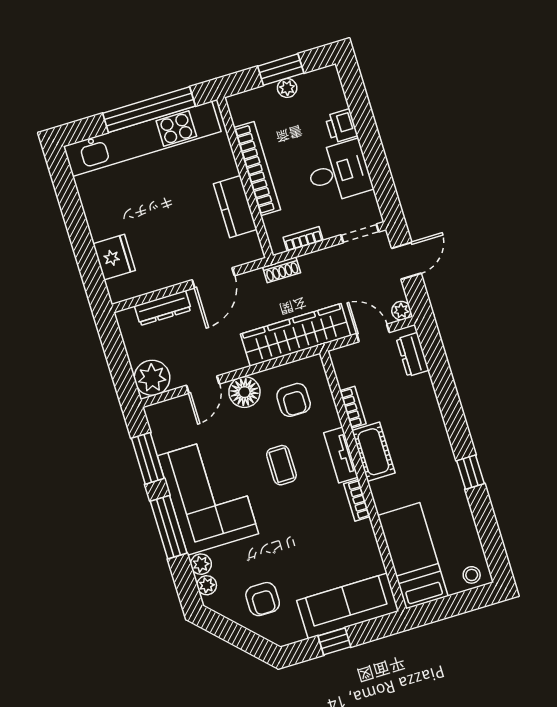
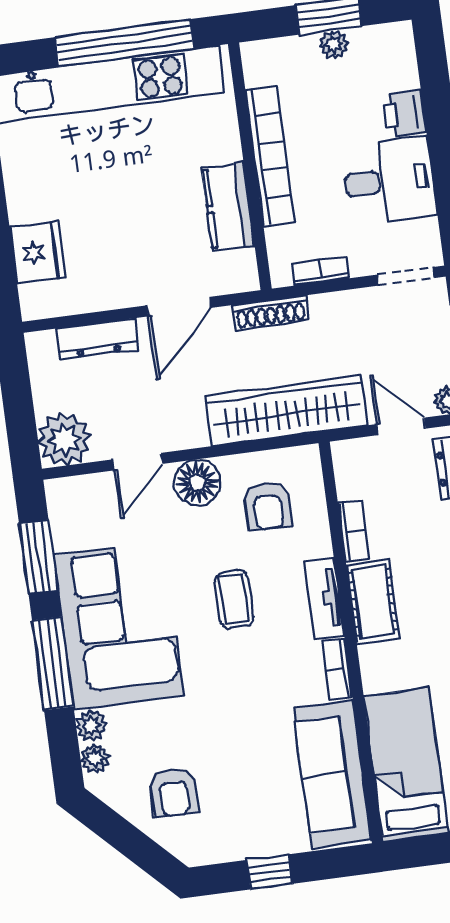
shoe rack: (282, 270) -> (271, 313), width x1.43
sofa: (348, 606) -> (332, 774), moved, turned -90

